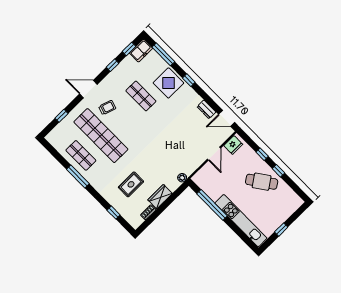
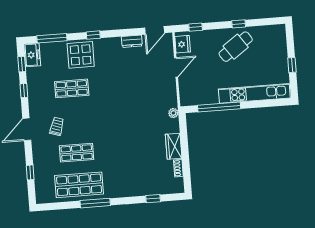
shop shelf: (101, 136) -> (77, 153), width x0.50, depth x0.74
door: (214, 154) -> (176, 67), hinge flipped
window: (262, 154) -> (196, 27), moved
shop shelf: (81, 155) -> (79, 185), width x1.43, depth x1.36
rug: (131, 184) -> (141, 163), removed

